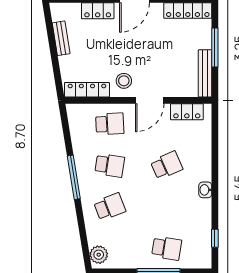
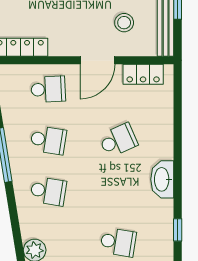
stool: (124, 81) -> (124, 23), moved
washbasin: (205, 190) -> (162, 179), width x1.91, depth x1.45
school desk: (110, 207) -> (48, 191), turned 30

